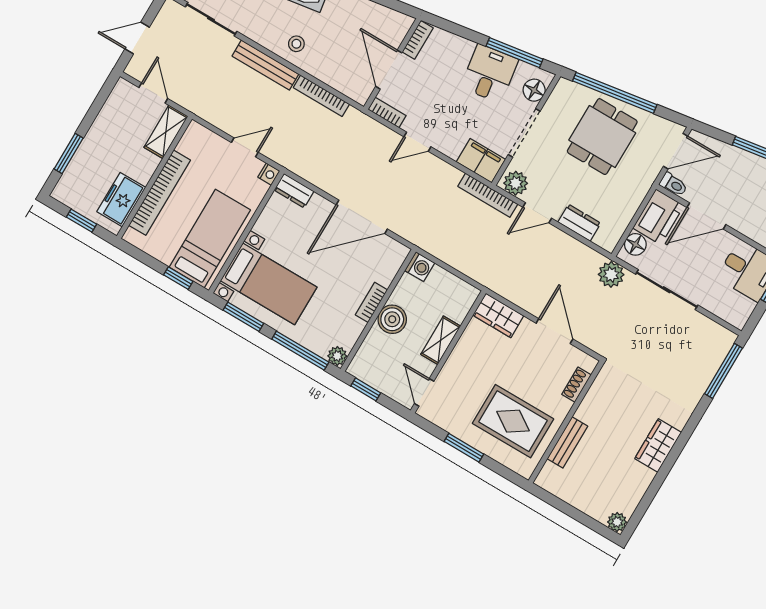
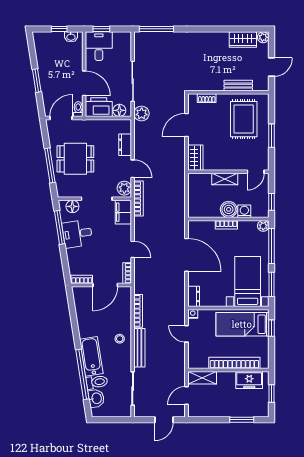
door: (137, 38) -> (164, 420), hinge flipped
window: (615, 93) -> (50, 165), width x0.68
door: (676, 151) -> (61, 118), hinge flipped
washing machine: (420, 267) -> (244, 211), moved
wardrobe: (658, 445) -> (243, 40), moved
door: (566, 508) -> (271, 67), added

